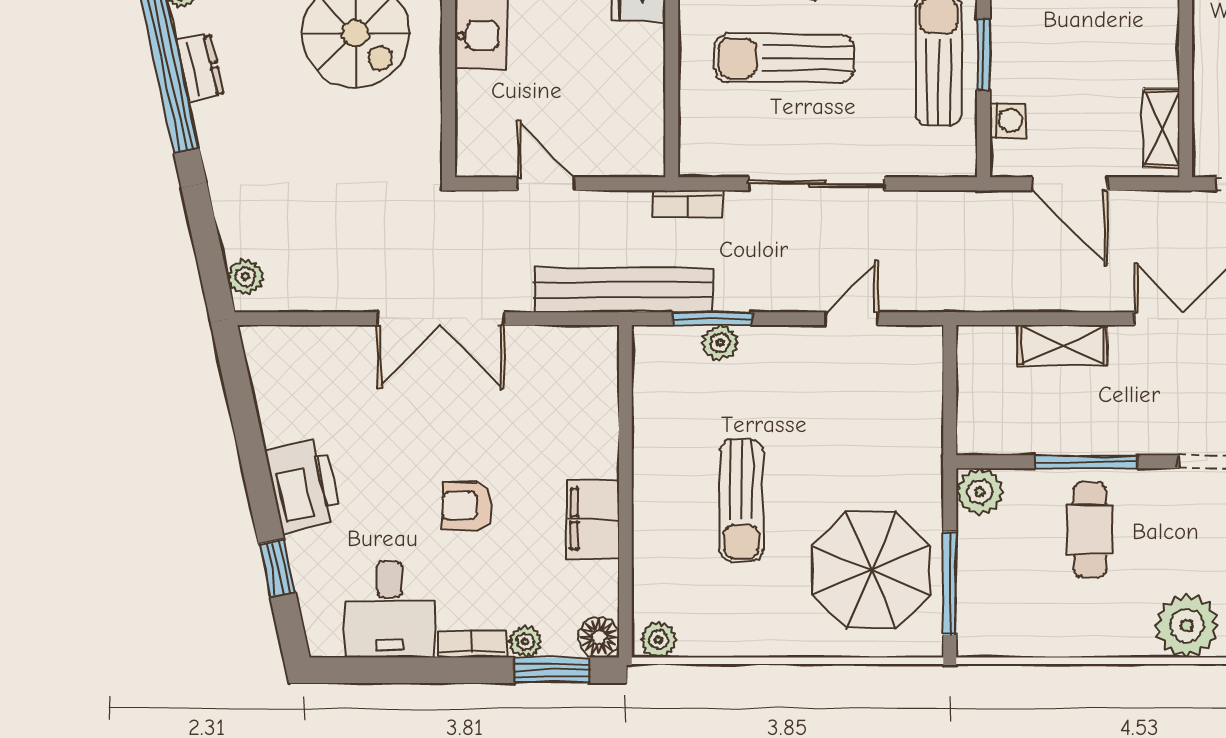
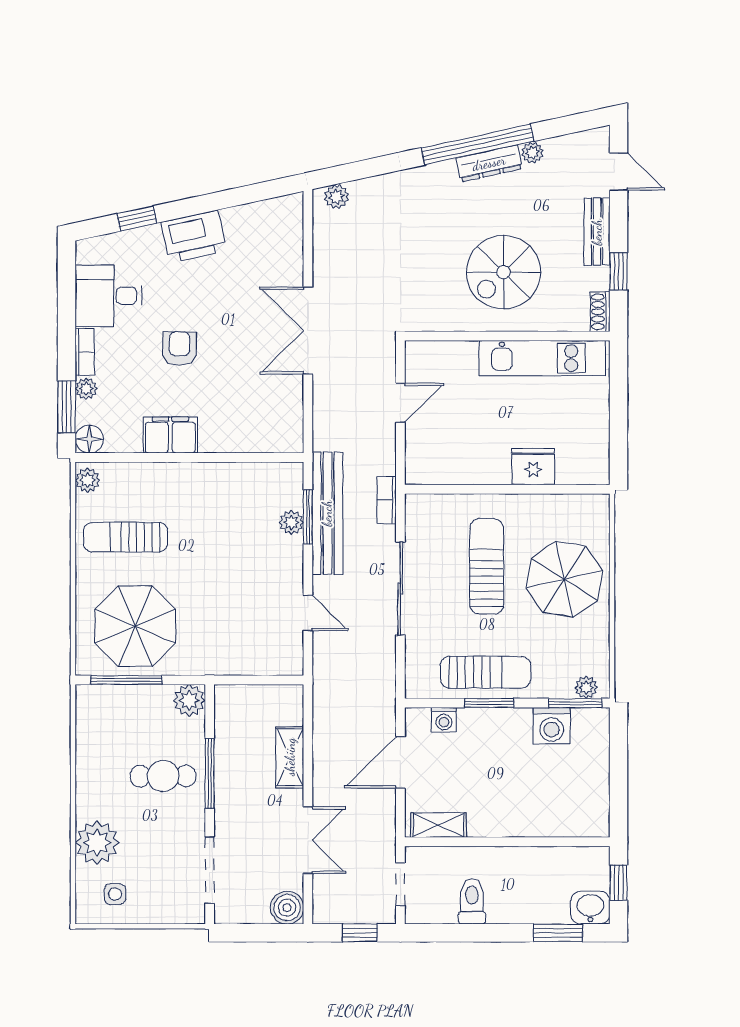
dresser: (200, 68) -> (489, 163), width x1.44
bench: (623, 290) -> (327, 513), moved
sun lounger: (741, 500) -> (125, 537), moved

